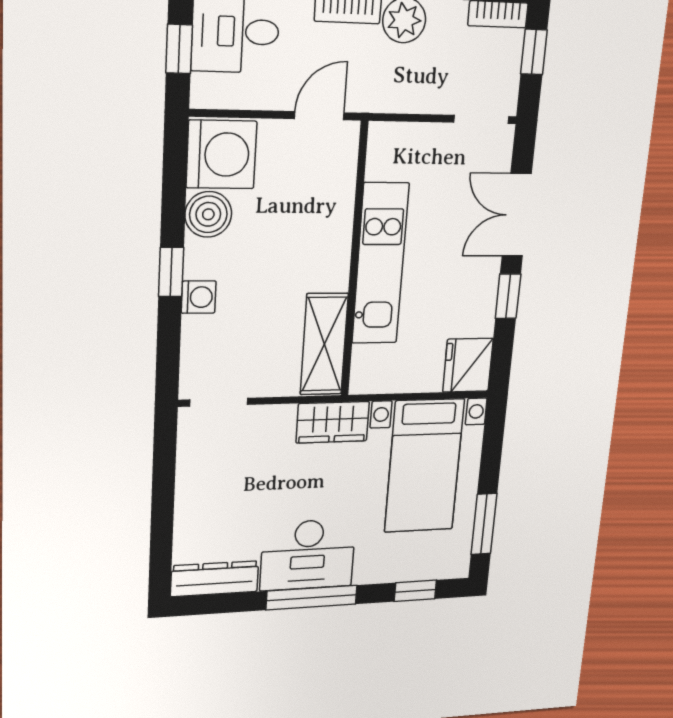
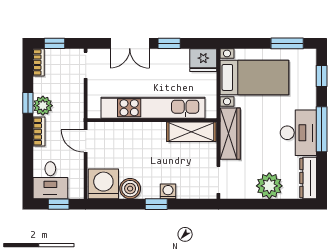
kitchen unit: (380, 264) -> (153, 108), width x1.36
wardrobe: (333, 422) -> (230, 134), width x1.50
plant: (202, 505) -> (269, 186), added

